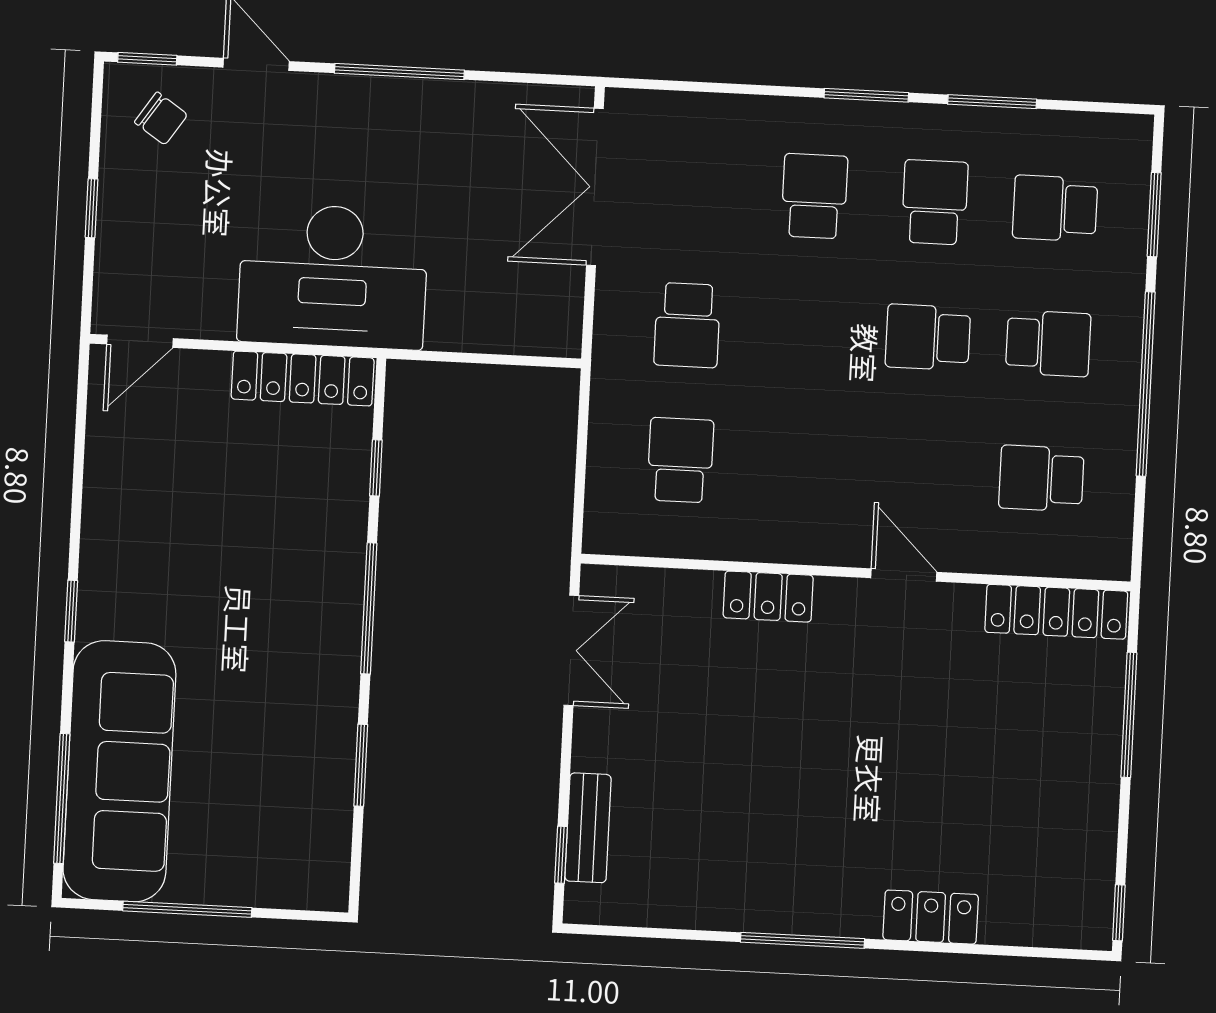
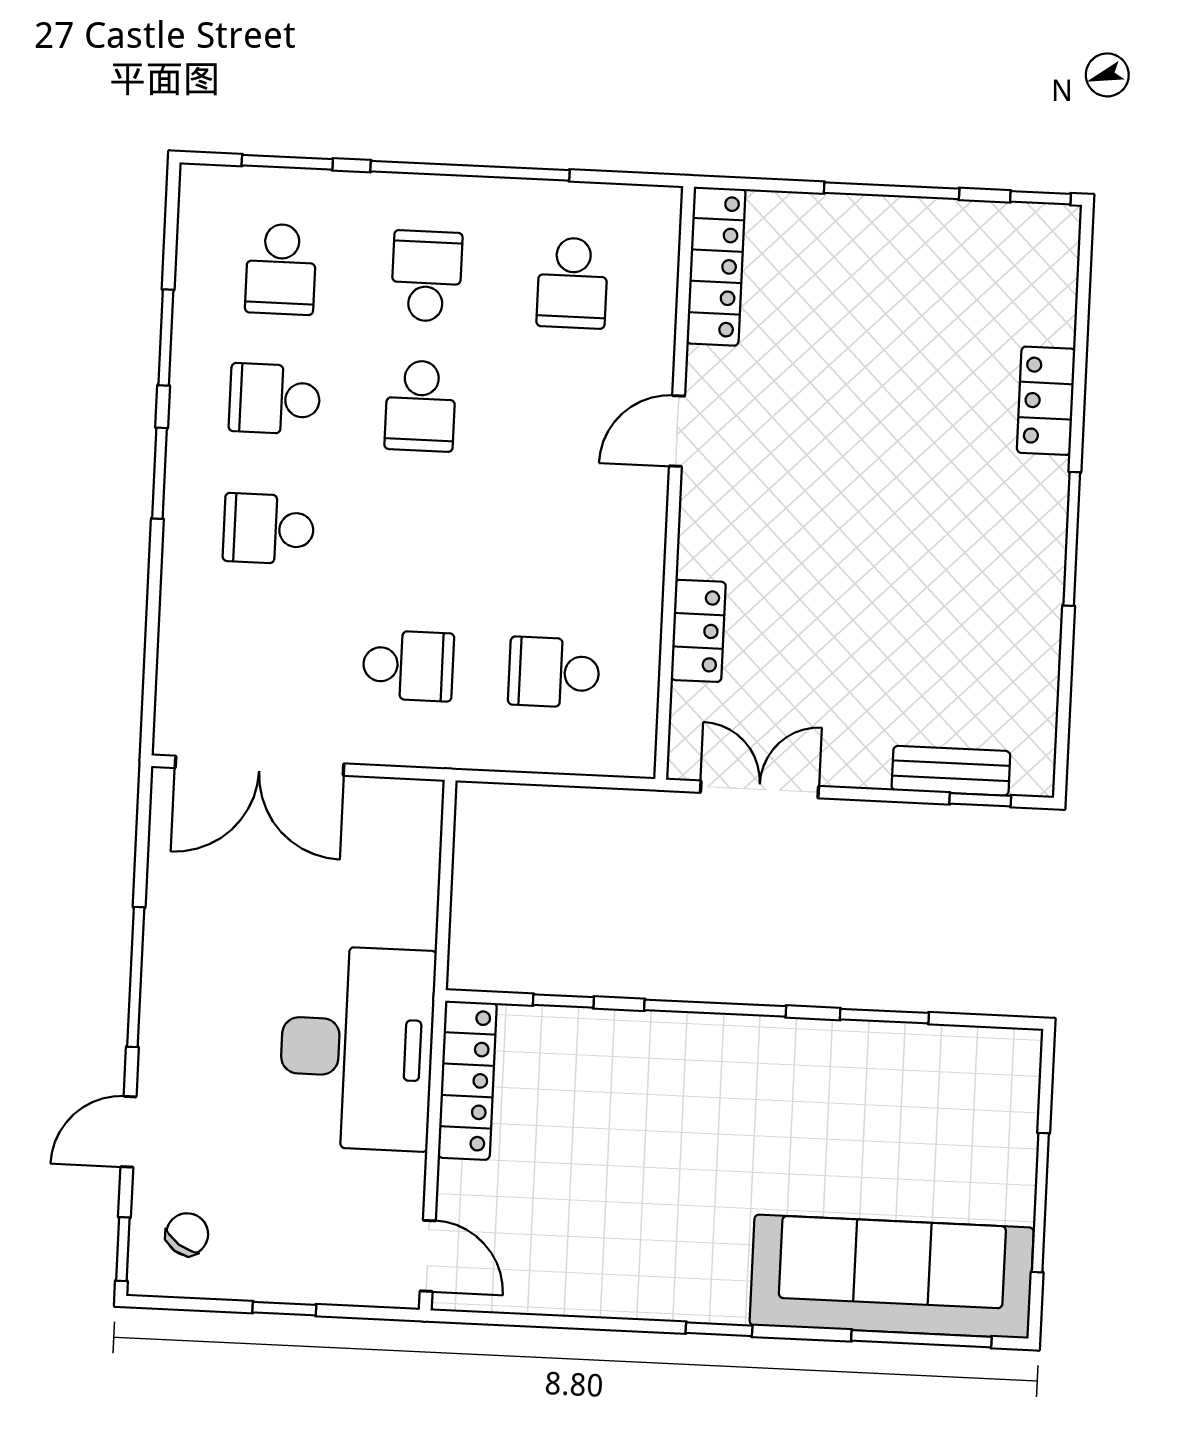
locker: (768, 597) -> (698, 631), moved
window: (1129, 715) -> (892, 191), moved

